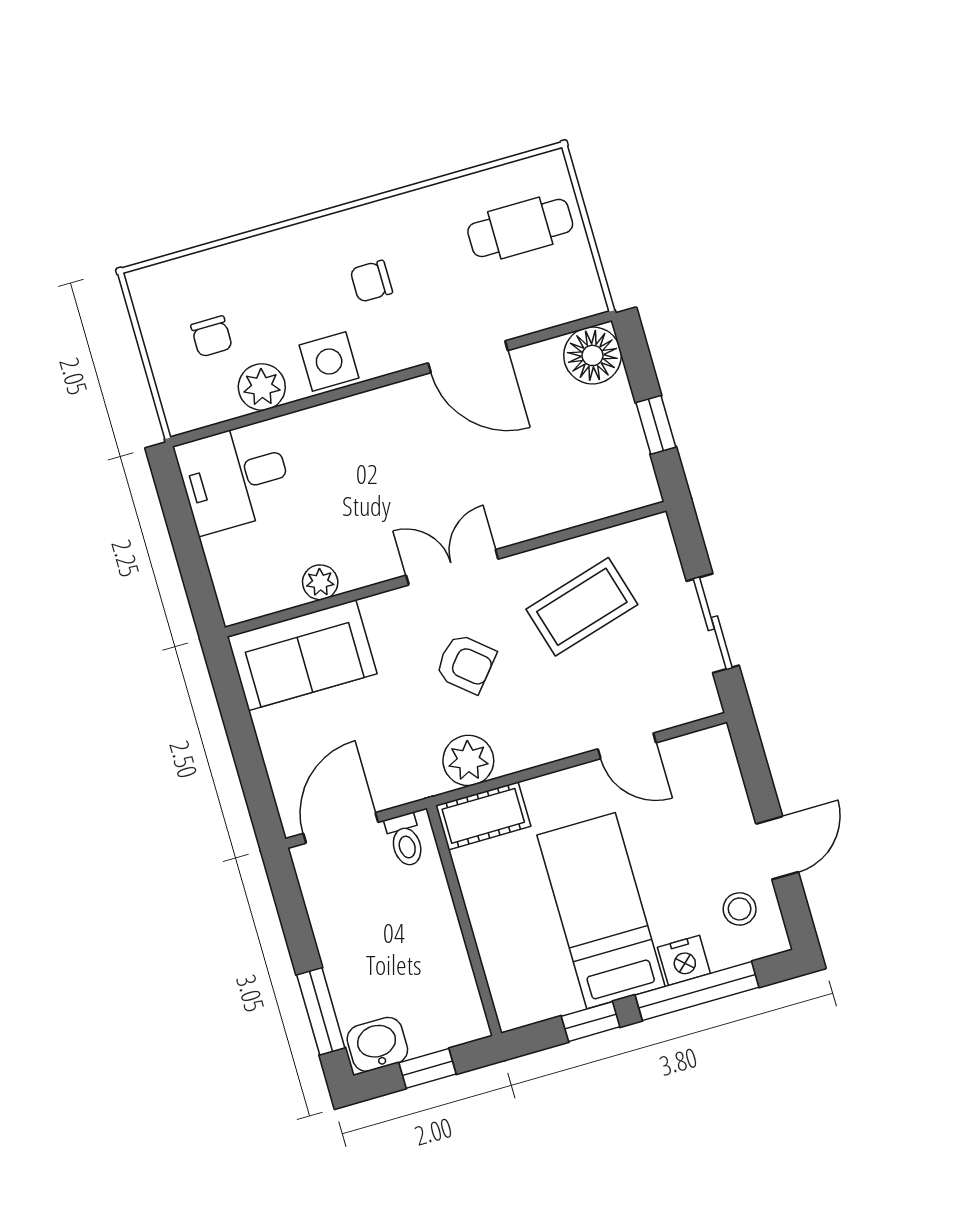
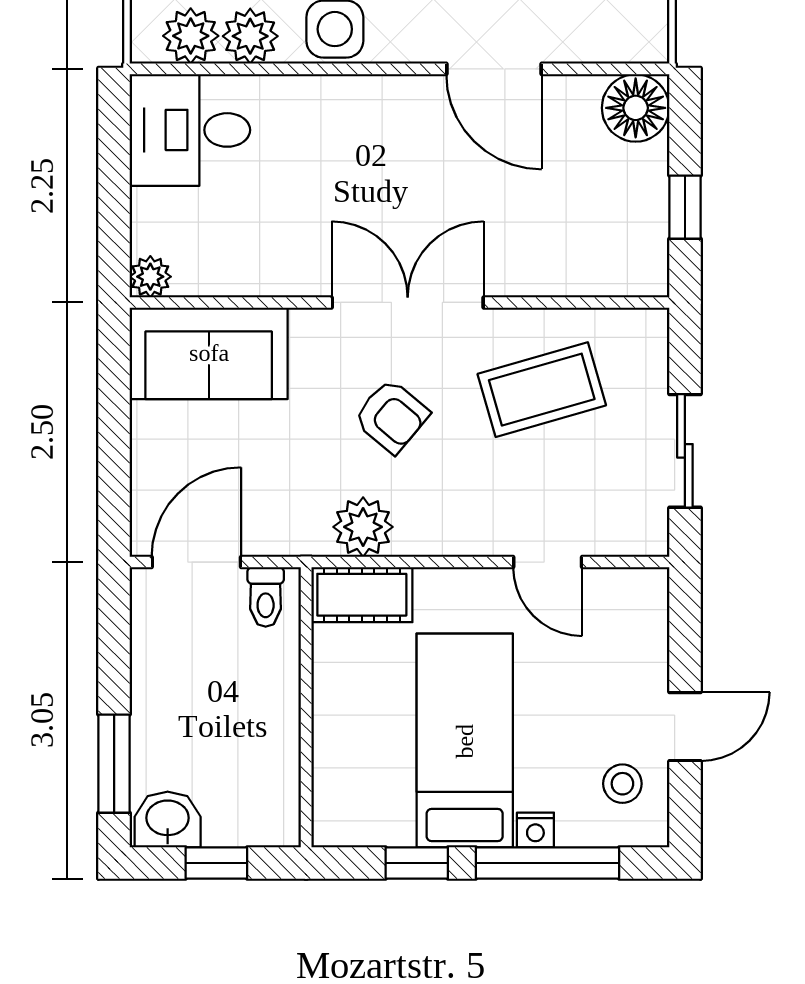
plant: (213, 401) -> (191, 36), added
double door: (452, 567) -> (408, 302), width x1.37
plant: (320, 582) -> (150, 277), moved
nightstand: (684, 960) -> (535, 830), width x0.72, depth x0.74

